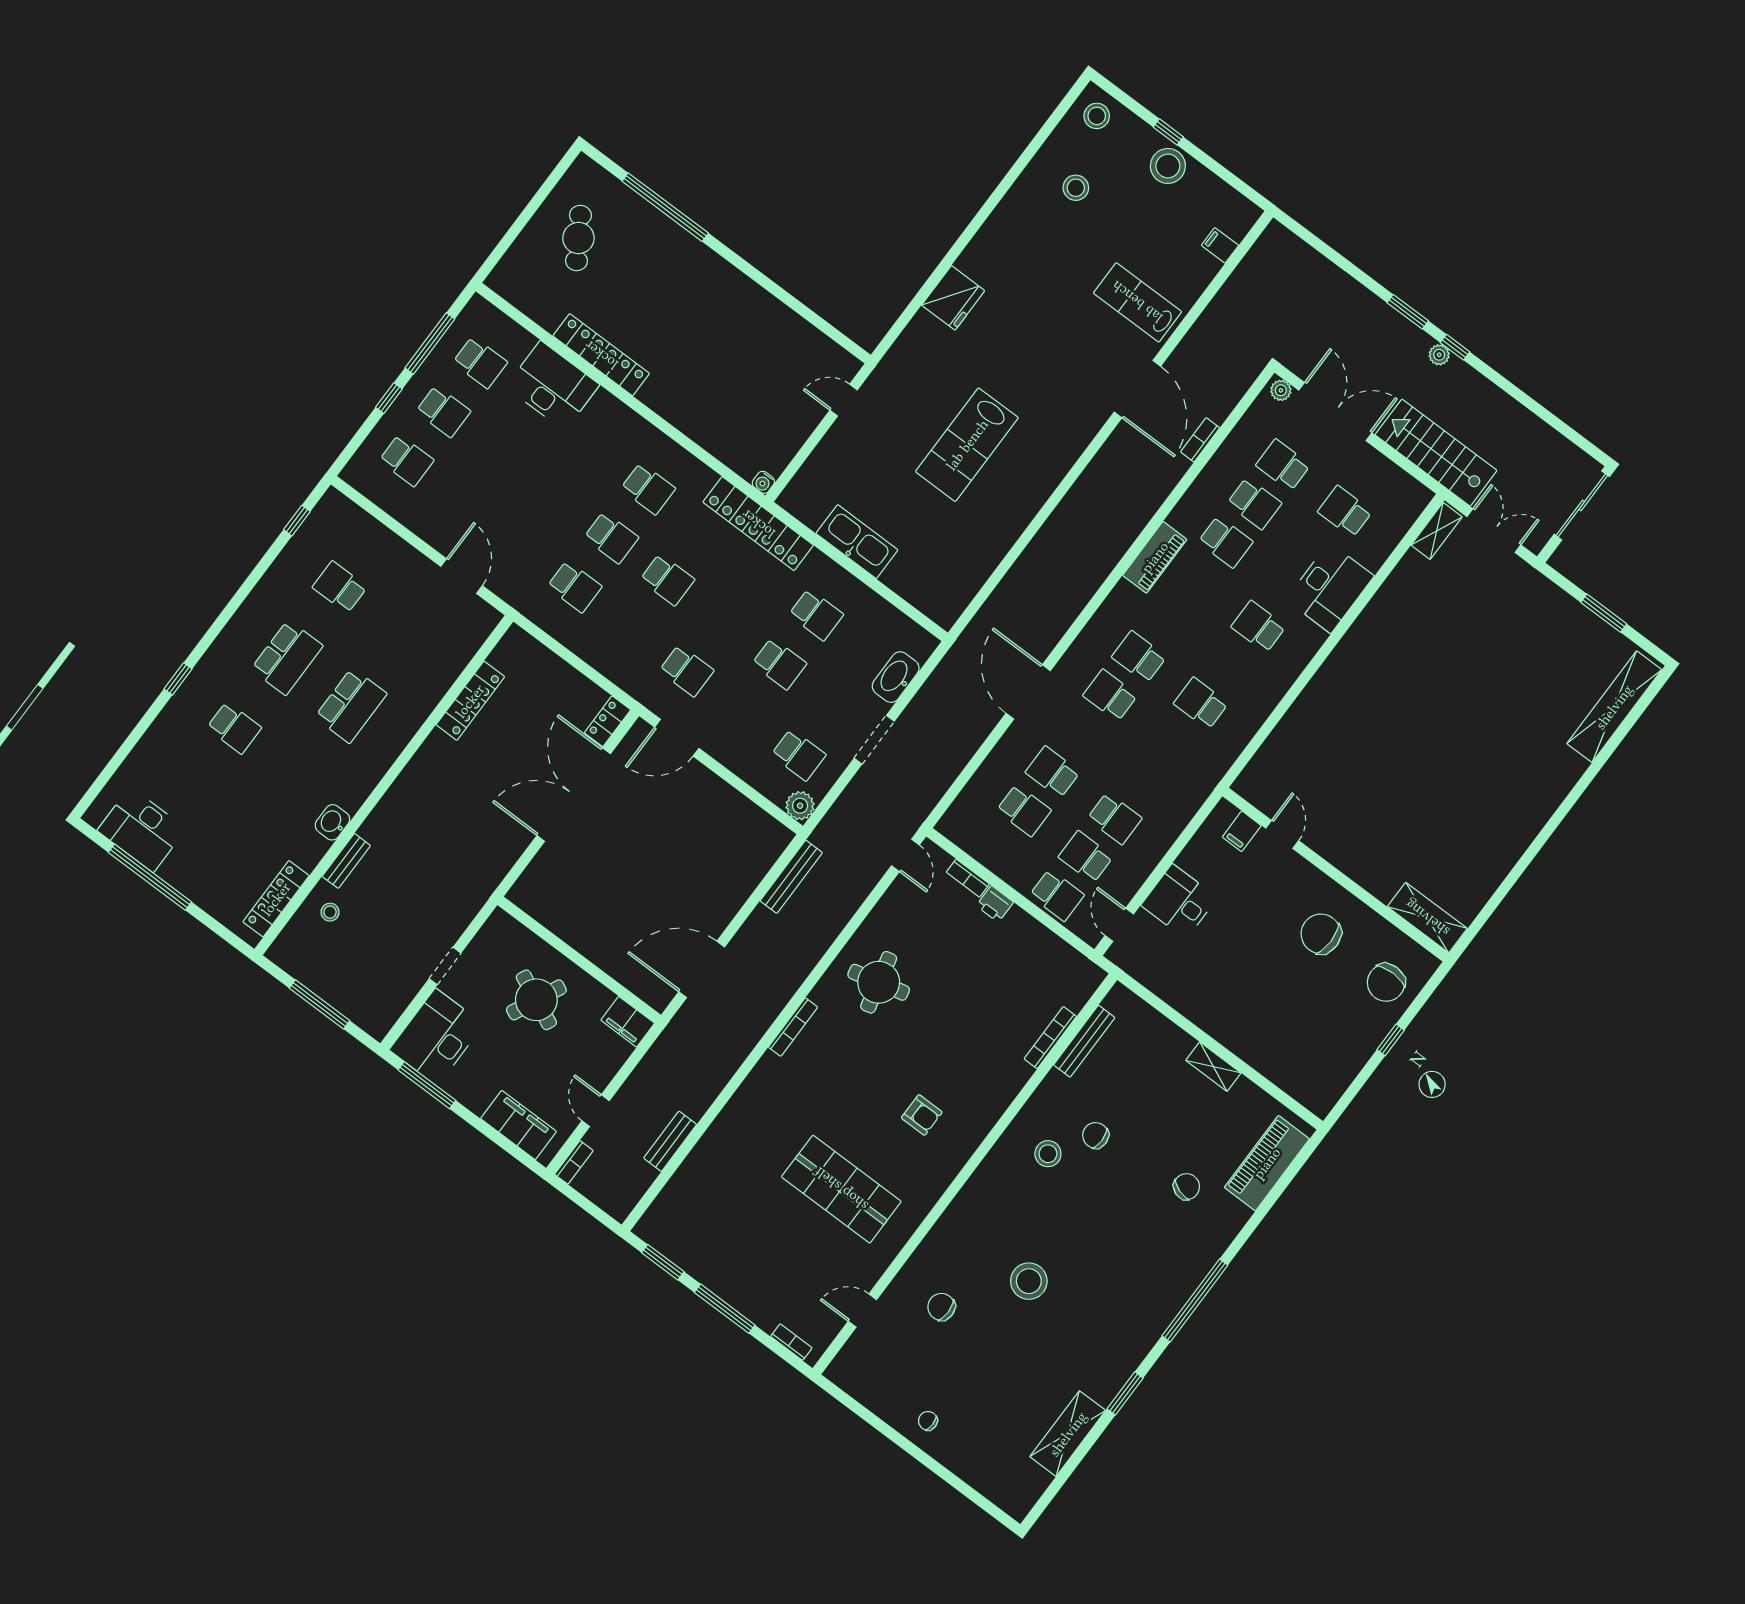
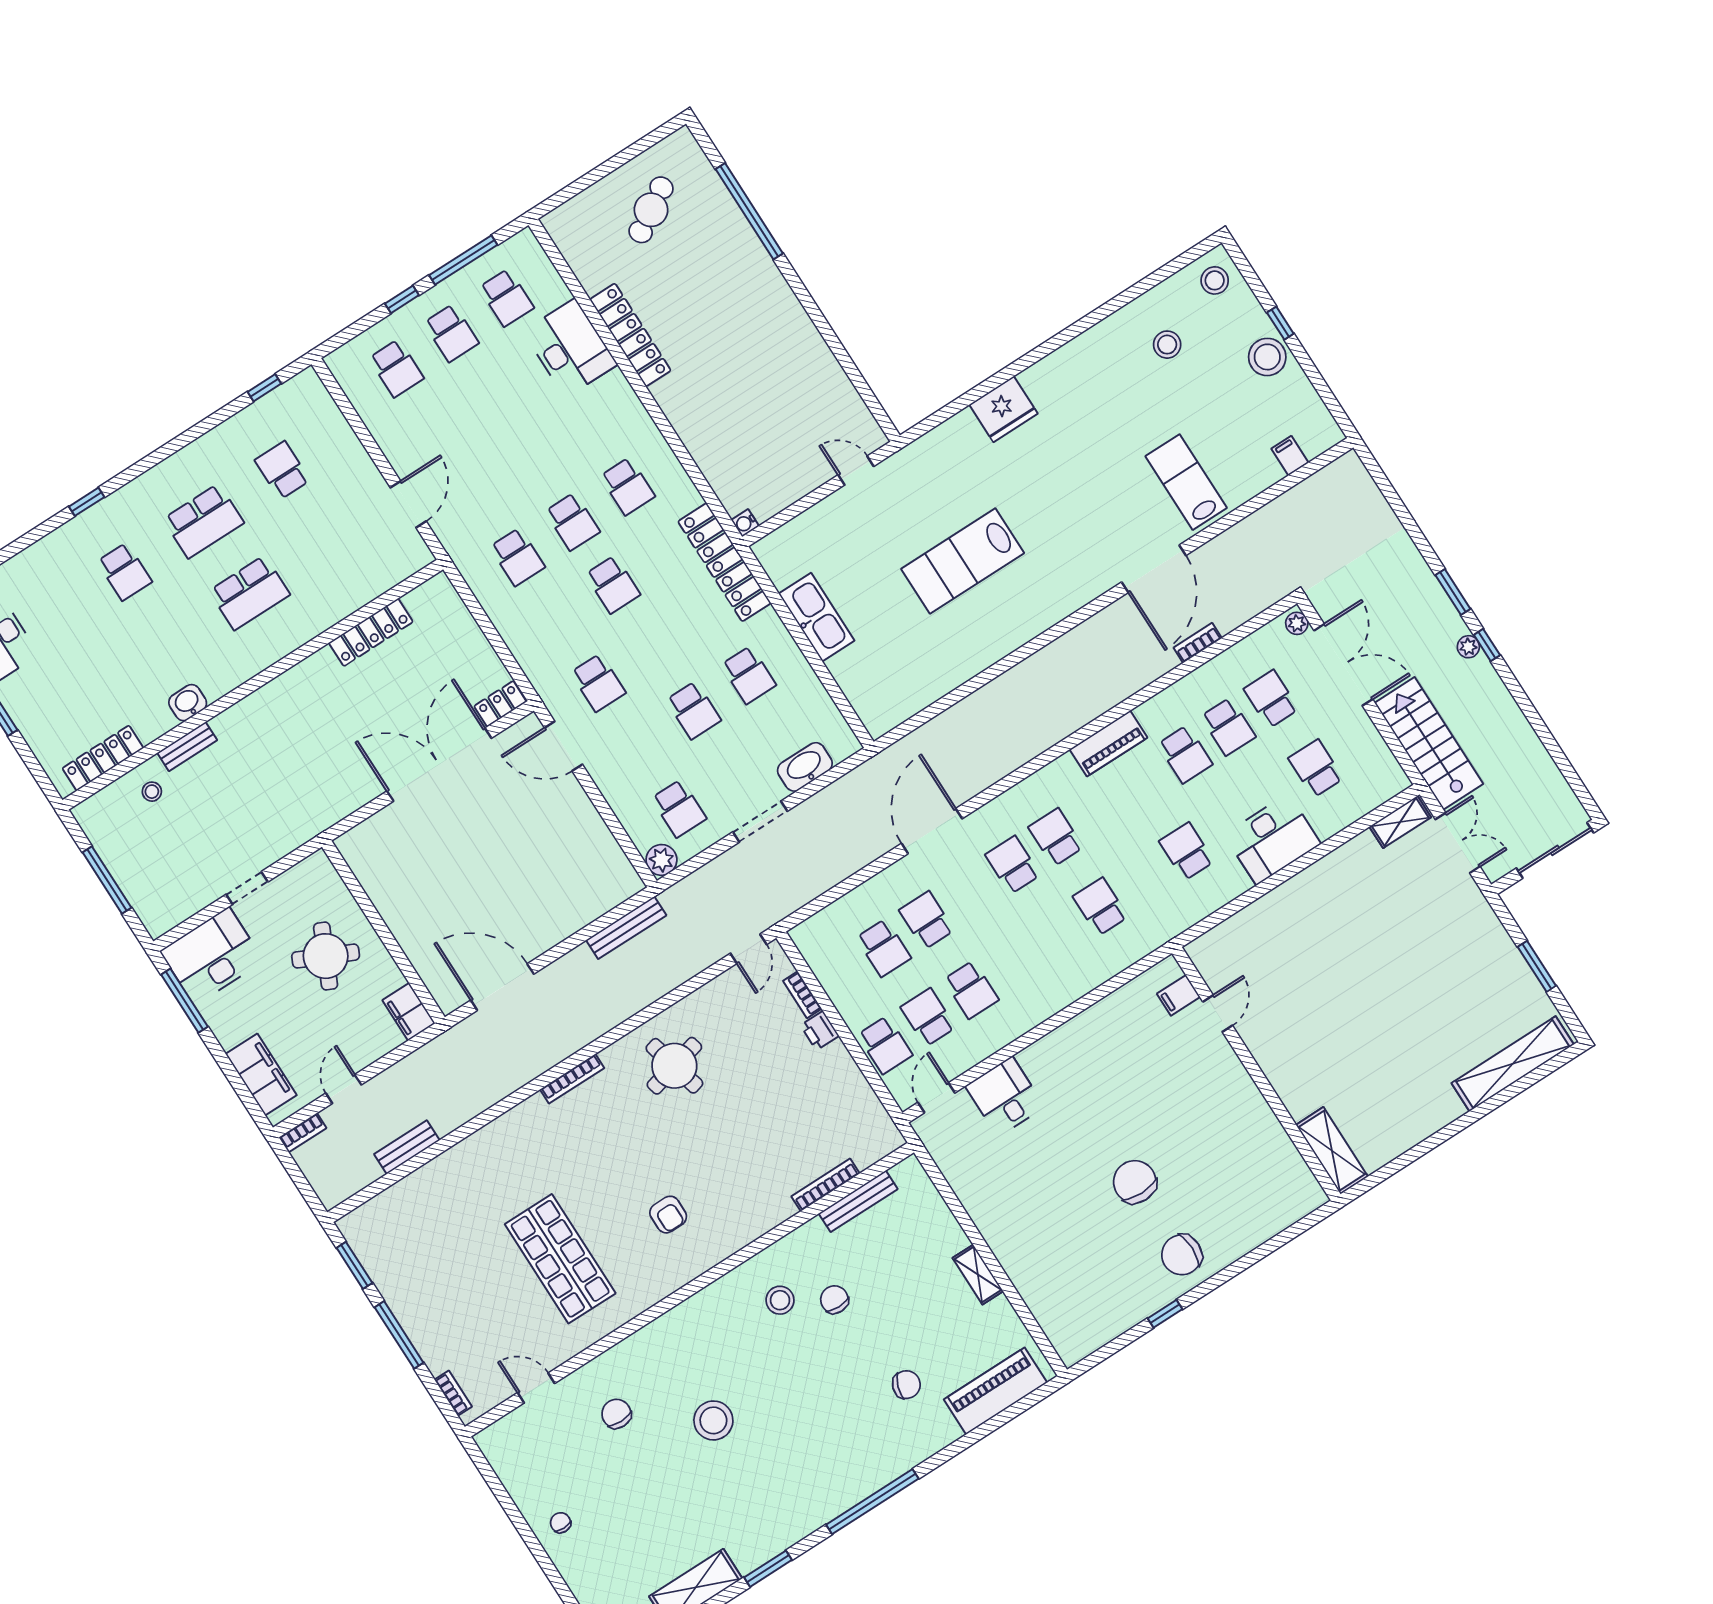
filing cabinet: (1242, 831) -> (1179, 995), moved
door: (1282, 834) -> (1218, 1014), moved
wall: (1336, 875) -> (1256, 1074), moved
shelving: (1427, 918) -> (1332, 1151), moved

